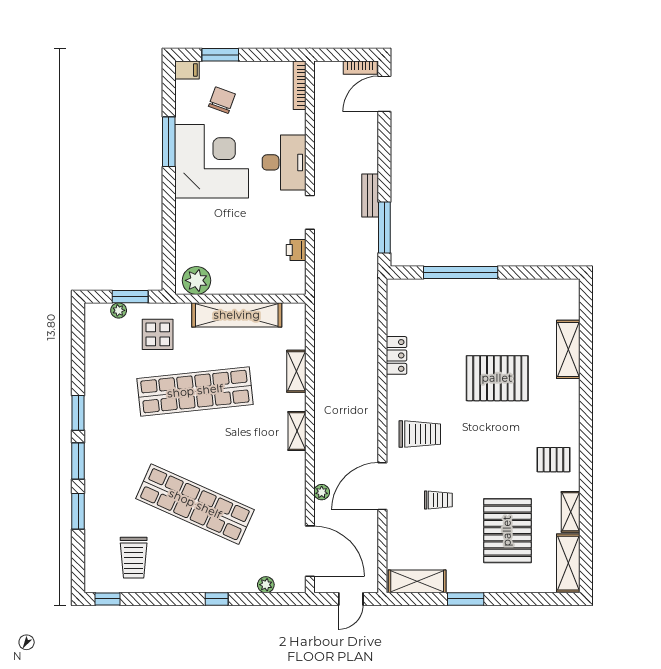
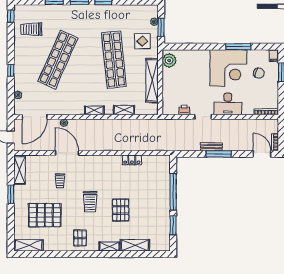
window: (384, 227) -> (219, 154), moved
window: (528, 272) -> (173, 225), added
pallet: (497, 378) -> (121, 210), width x0.73, depth x0.71
trolley: (420, 434) -> (90, 202), moved
shelving: (571, 512) -> (109, 247), moved

